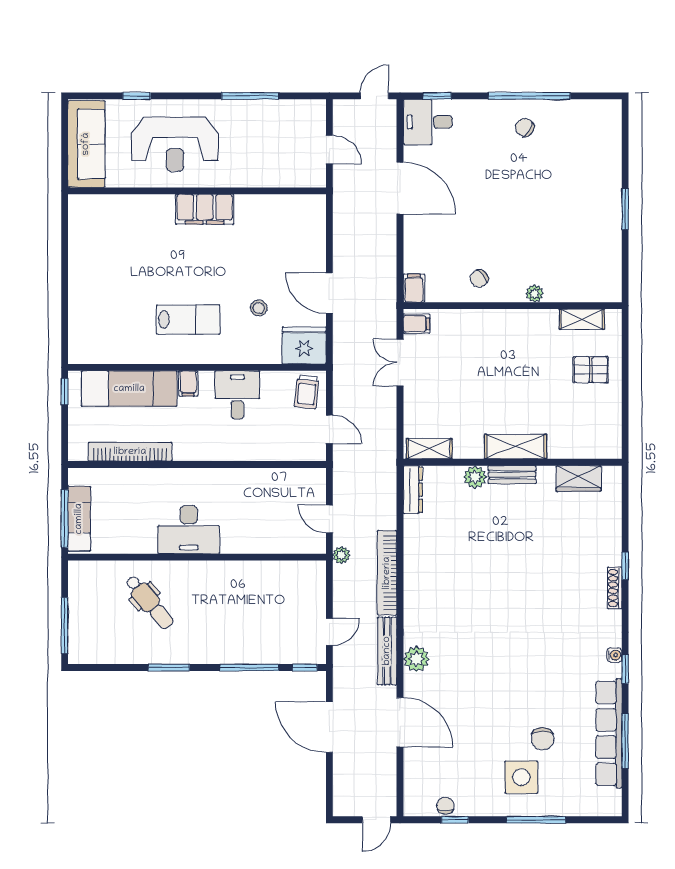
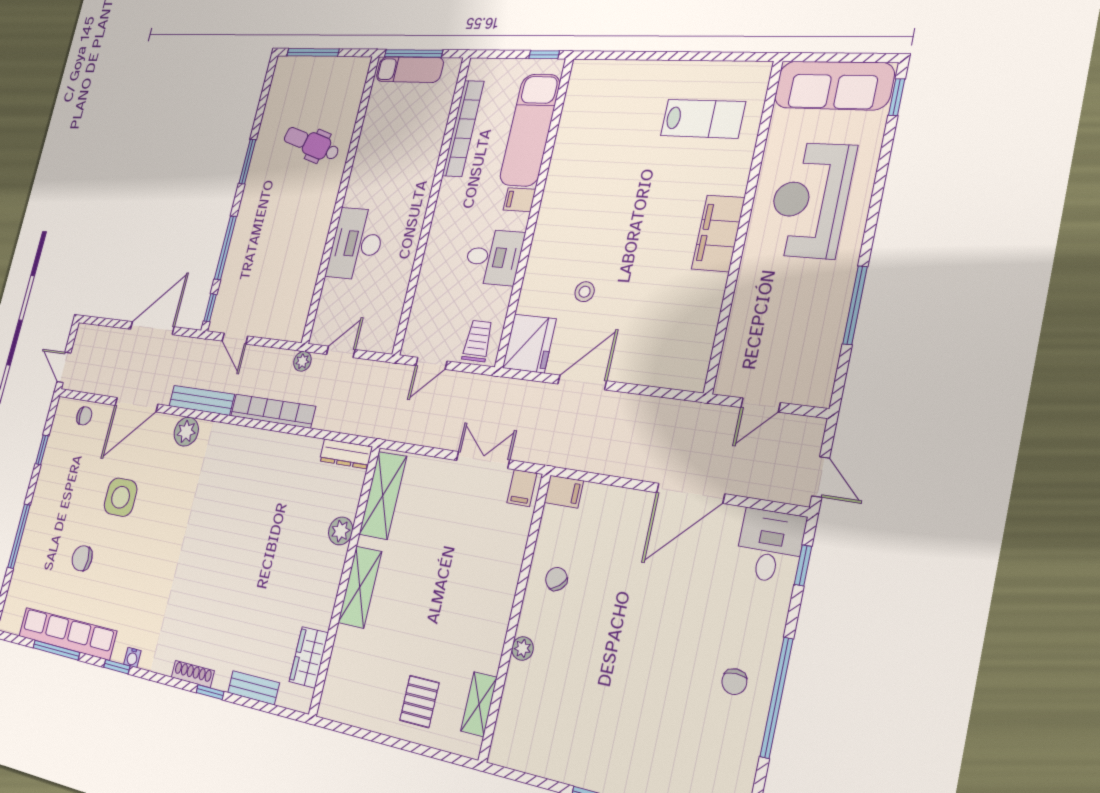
window: (137, 96) -> (897, 97), moved
chair: (525, 128) -> (734, 682), turned 148
lab bench: (188, 320) -> (703, 119), moved, turned -90
trolley: (307, 392) -> (478, 341), turned 84
shelving: (429, 449) -> (383, 495), width x1.50, depth x1.33
bench: (512, 475) -> (253, 688), moved, turned 90
desk: (189, 530) -> (356, 244), moved
dental chair: (149, 602) -> (311, 144), turned 56
side table: (521, 777) -> (121, 497), moved
chair: (446, 806) -> (84, 416), moved

